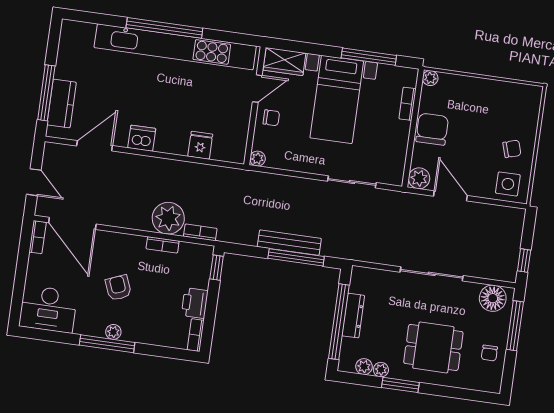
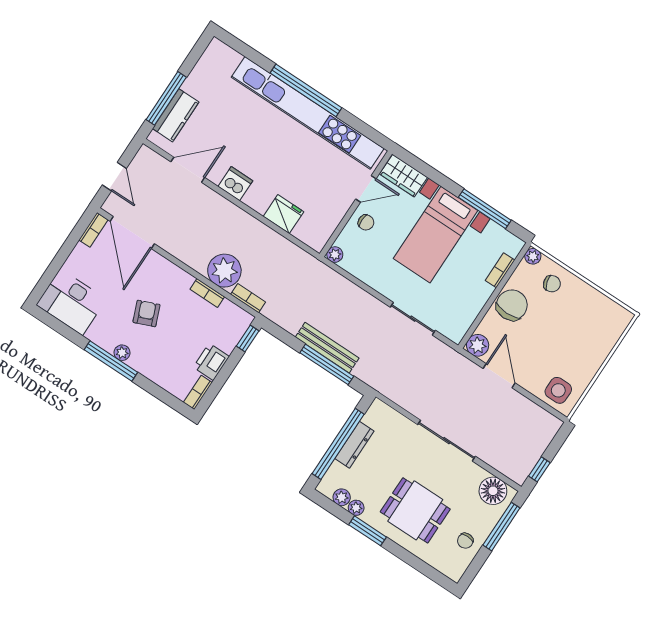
fridge: (200, 145) -> (283, 214), width x1.38
chair: (512, 149) -> (552, 284), moved

